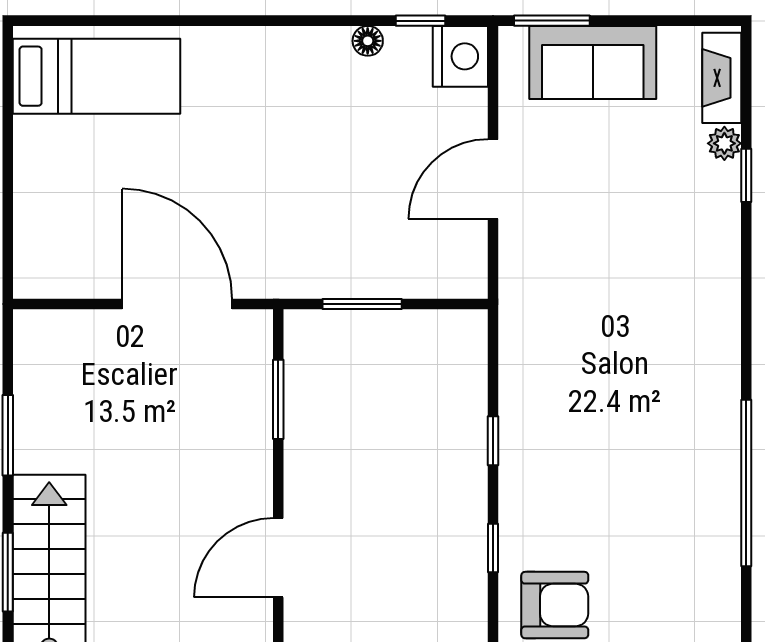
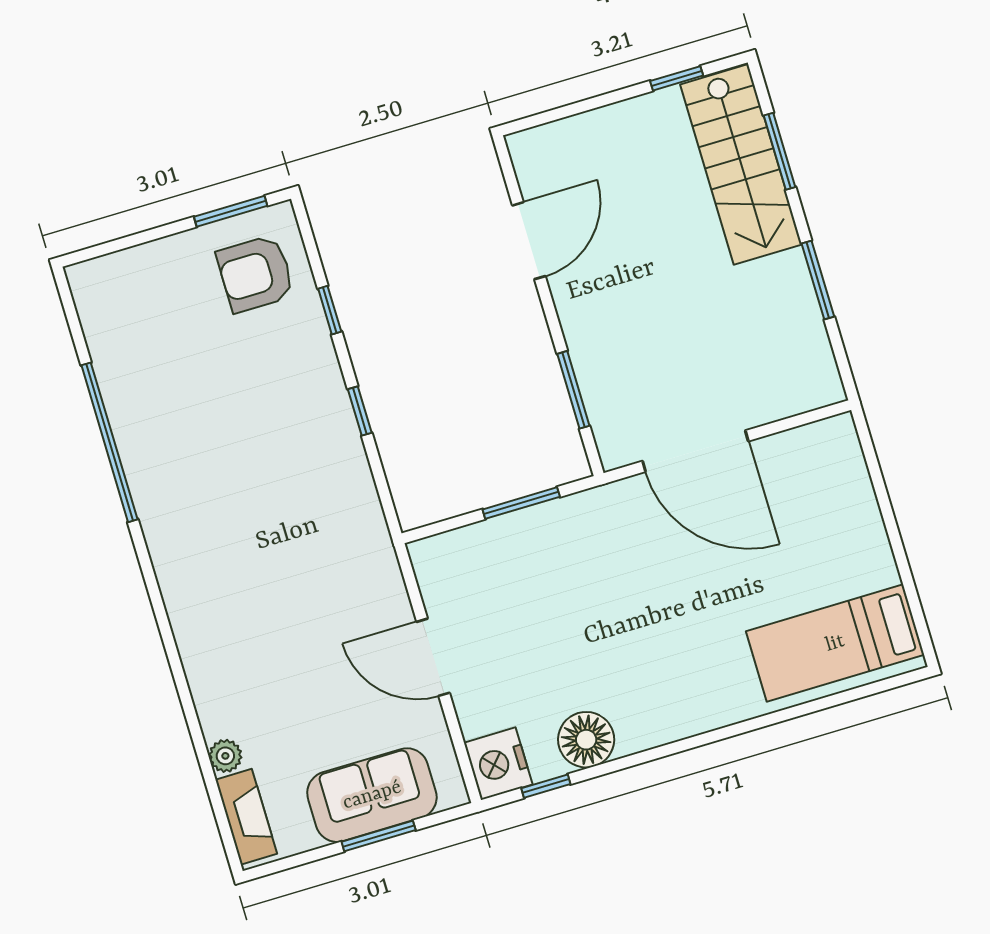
window: (552, 21) -> (379, 836), moved
floor lamp: (368, 41) -> (586, 740), width x1.89, depth x1.89
window: (746, 175) -> (196, 732), removed
door: (493, 179) -> (433, 657), swing flipped

